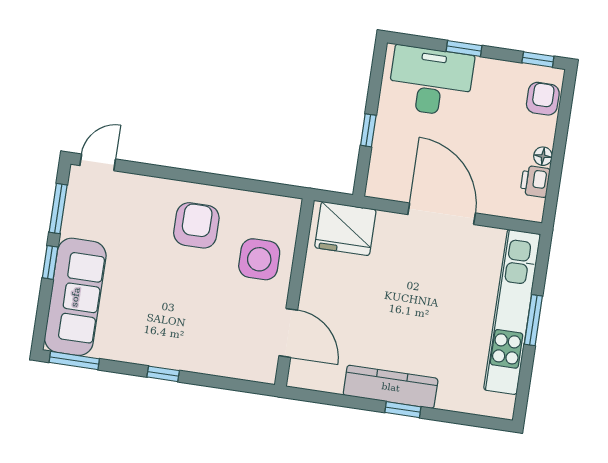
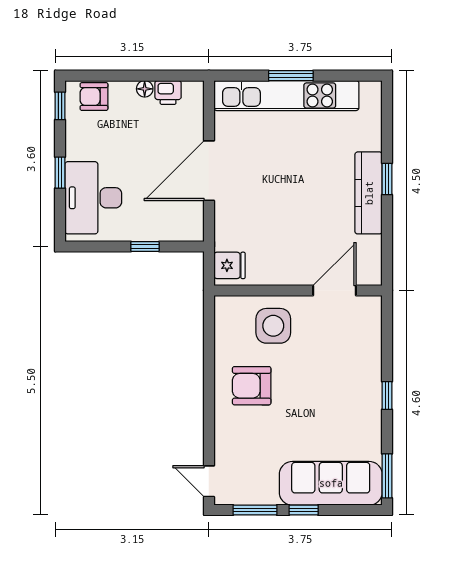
fridge: (345, 229) -> (229, 265), width x0.53, depth x0.75

